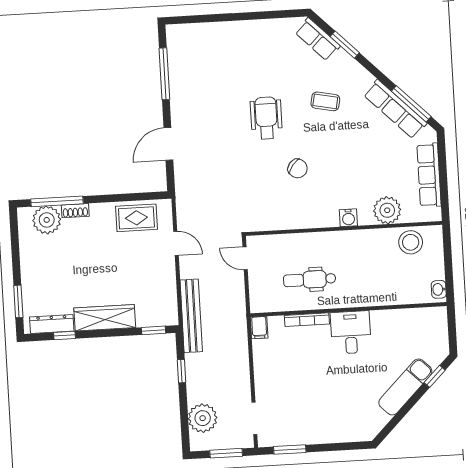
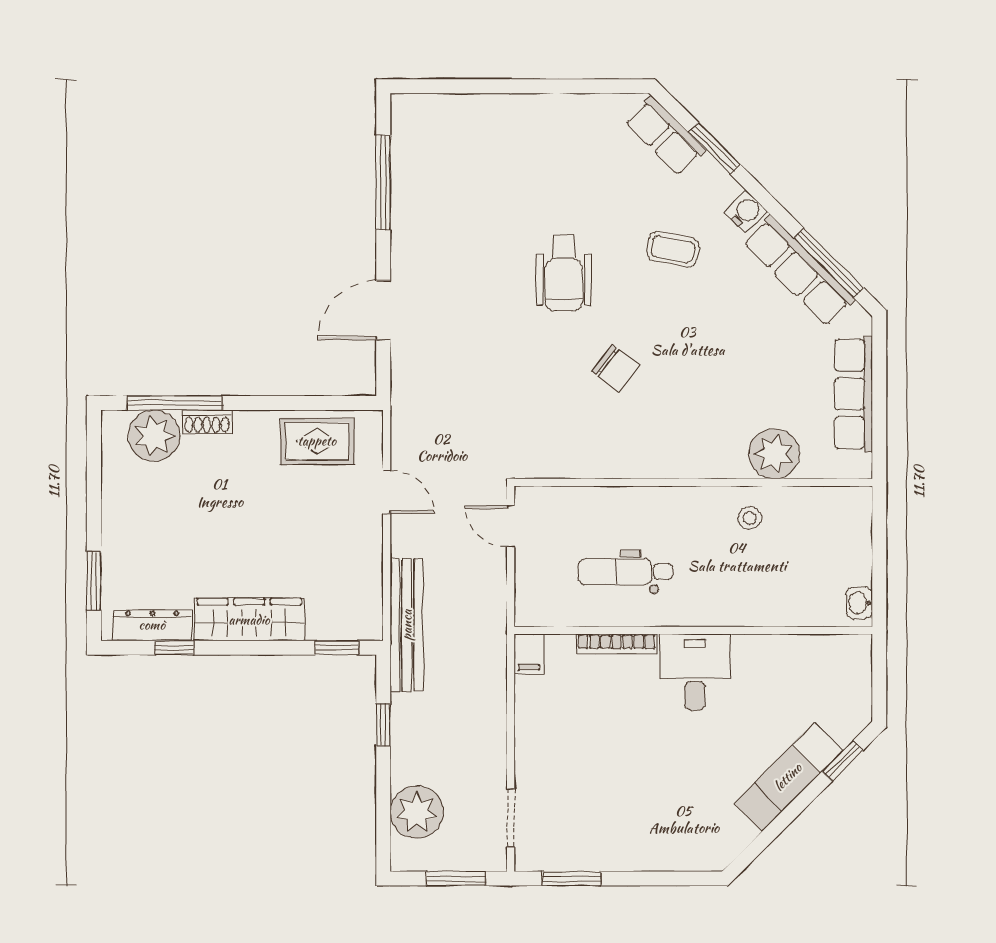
wheelchair: (266, 118) -> (564, 273), turned 180
water cooler: (348, 218) -> (746, 212), moved, turned -135
stool: (411, 242) -> (749, 518), moved, width x0.53, depth x0.53

